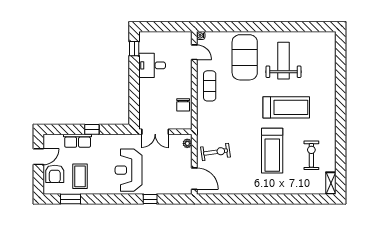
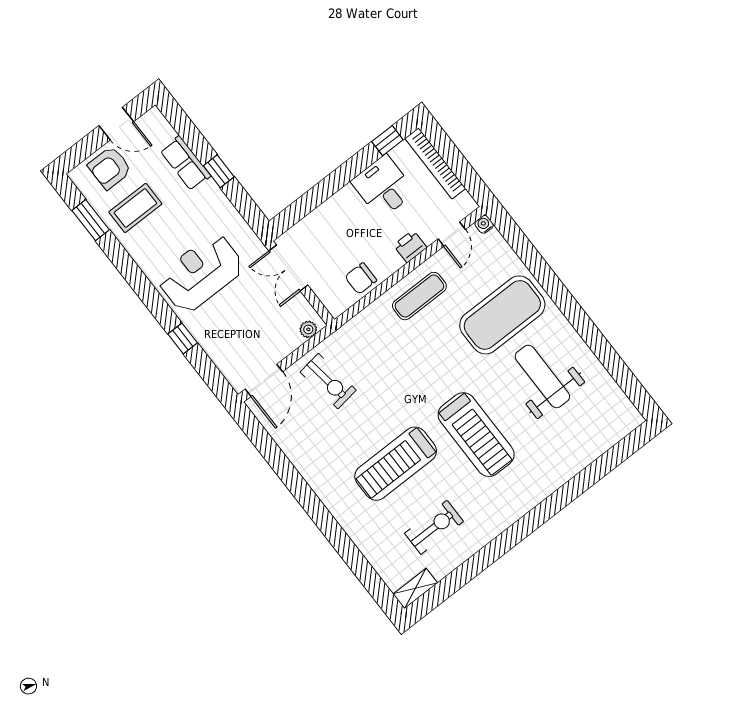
bookcase: (159, 36) -> (435, 163), added
weight bench: (283, 61) -> (542, 376), turned -90
printer: (186, 74) -> (410, 246), added

